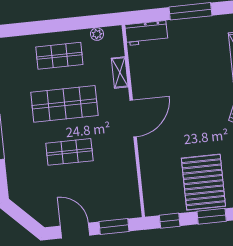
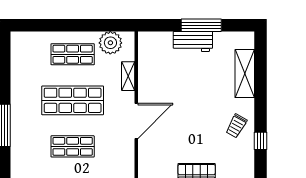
workbench: (146, 33) -> (193, 41), moved
plant: (97, 34) -> (110, 43), width x1.88, depth x1.88

